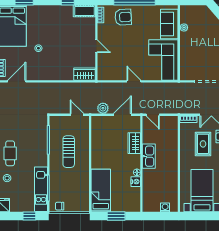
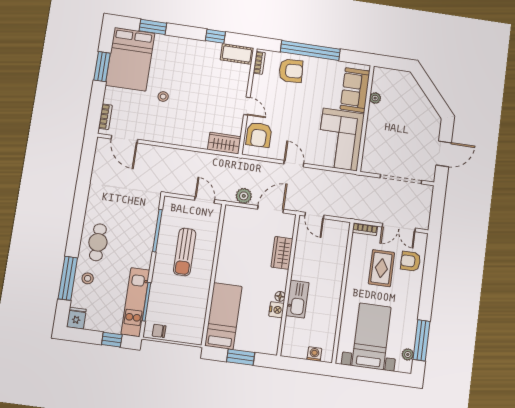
armchair: (107, 65) -> (259, 135), added
door: (17, 81) -> (124, 139), swing flipped
kitchen sink: (149, 156) -> (297, 299), moved

